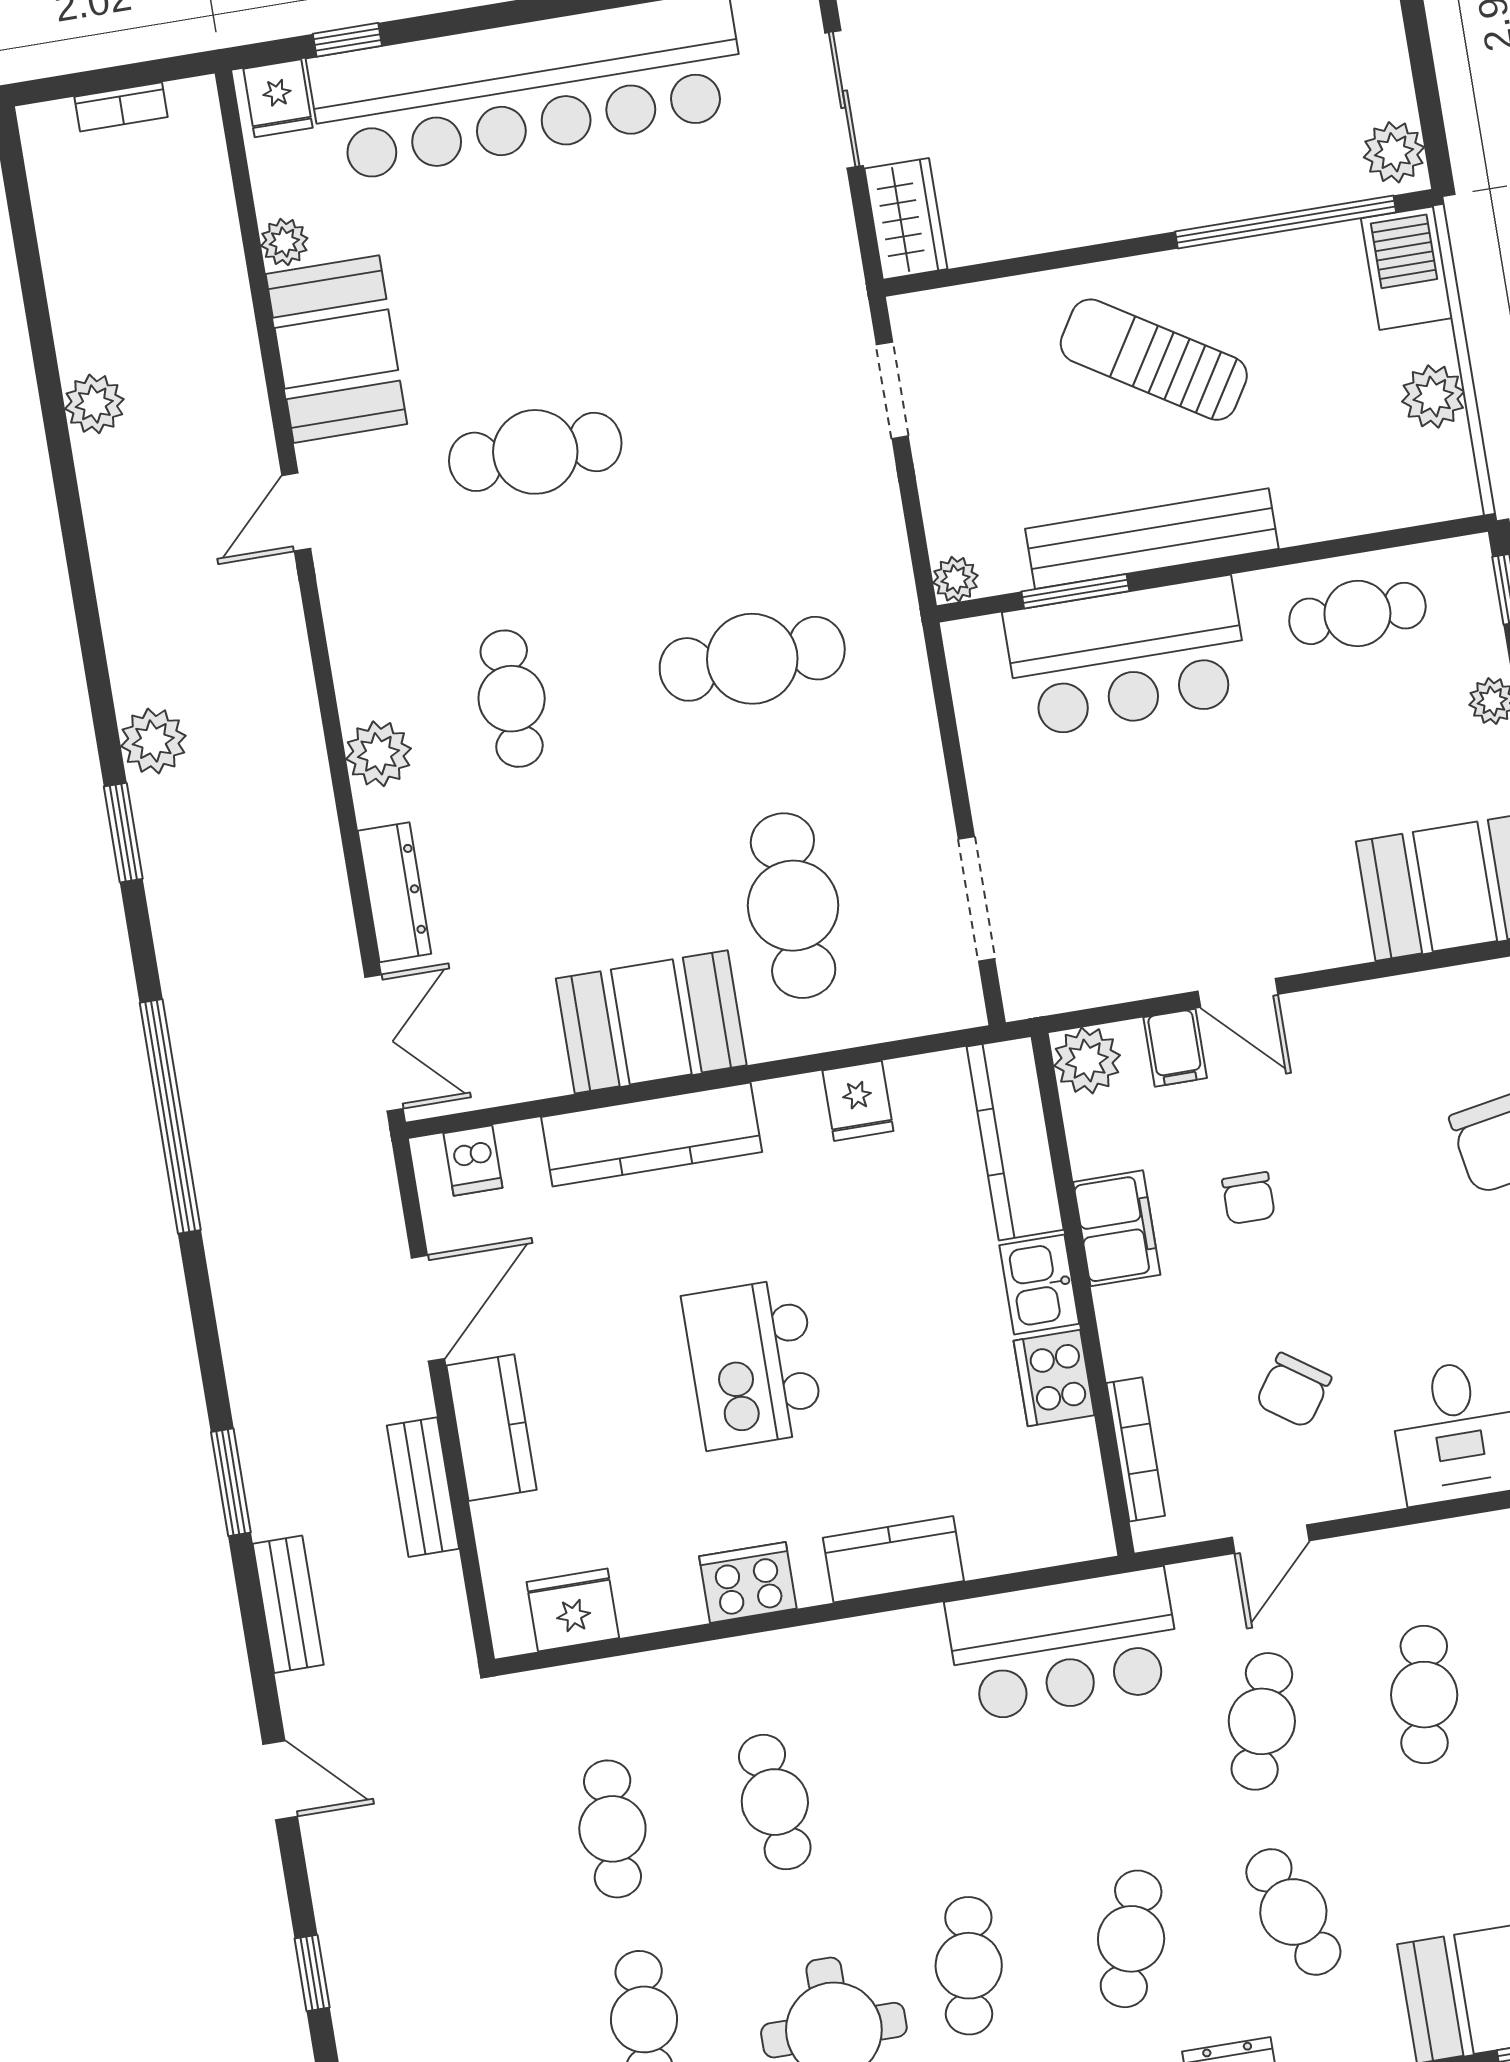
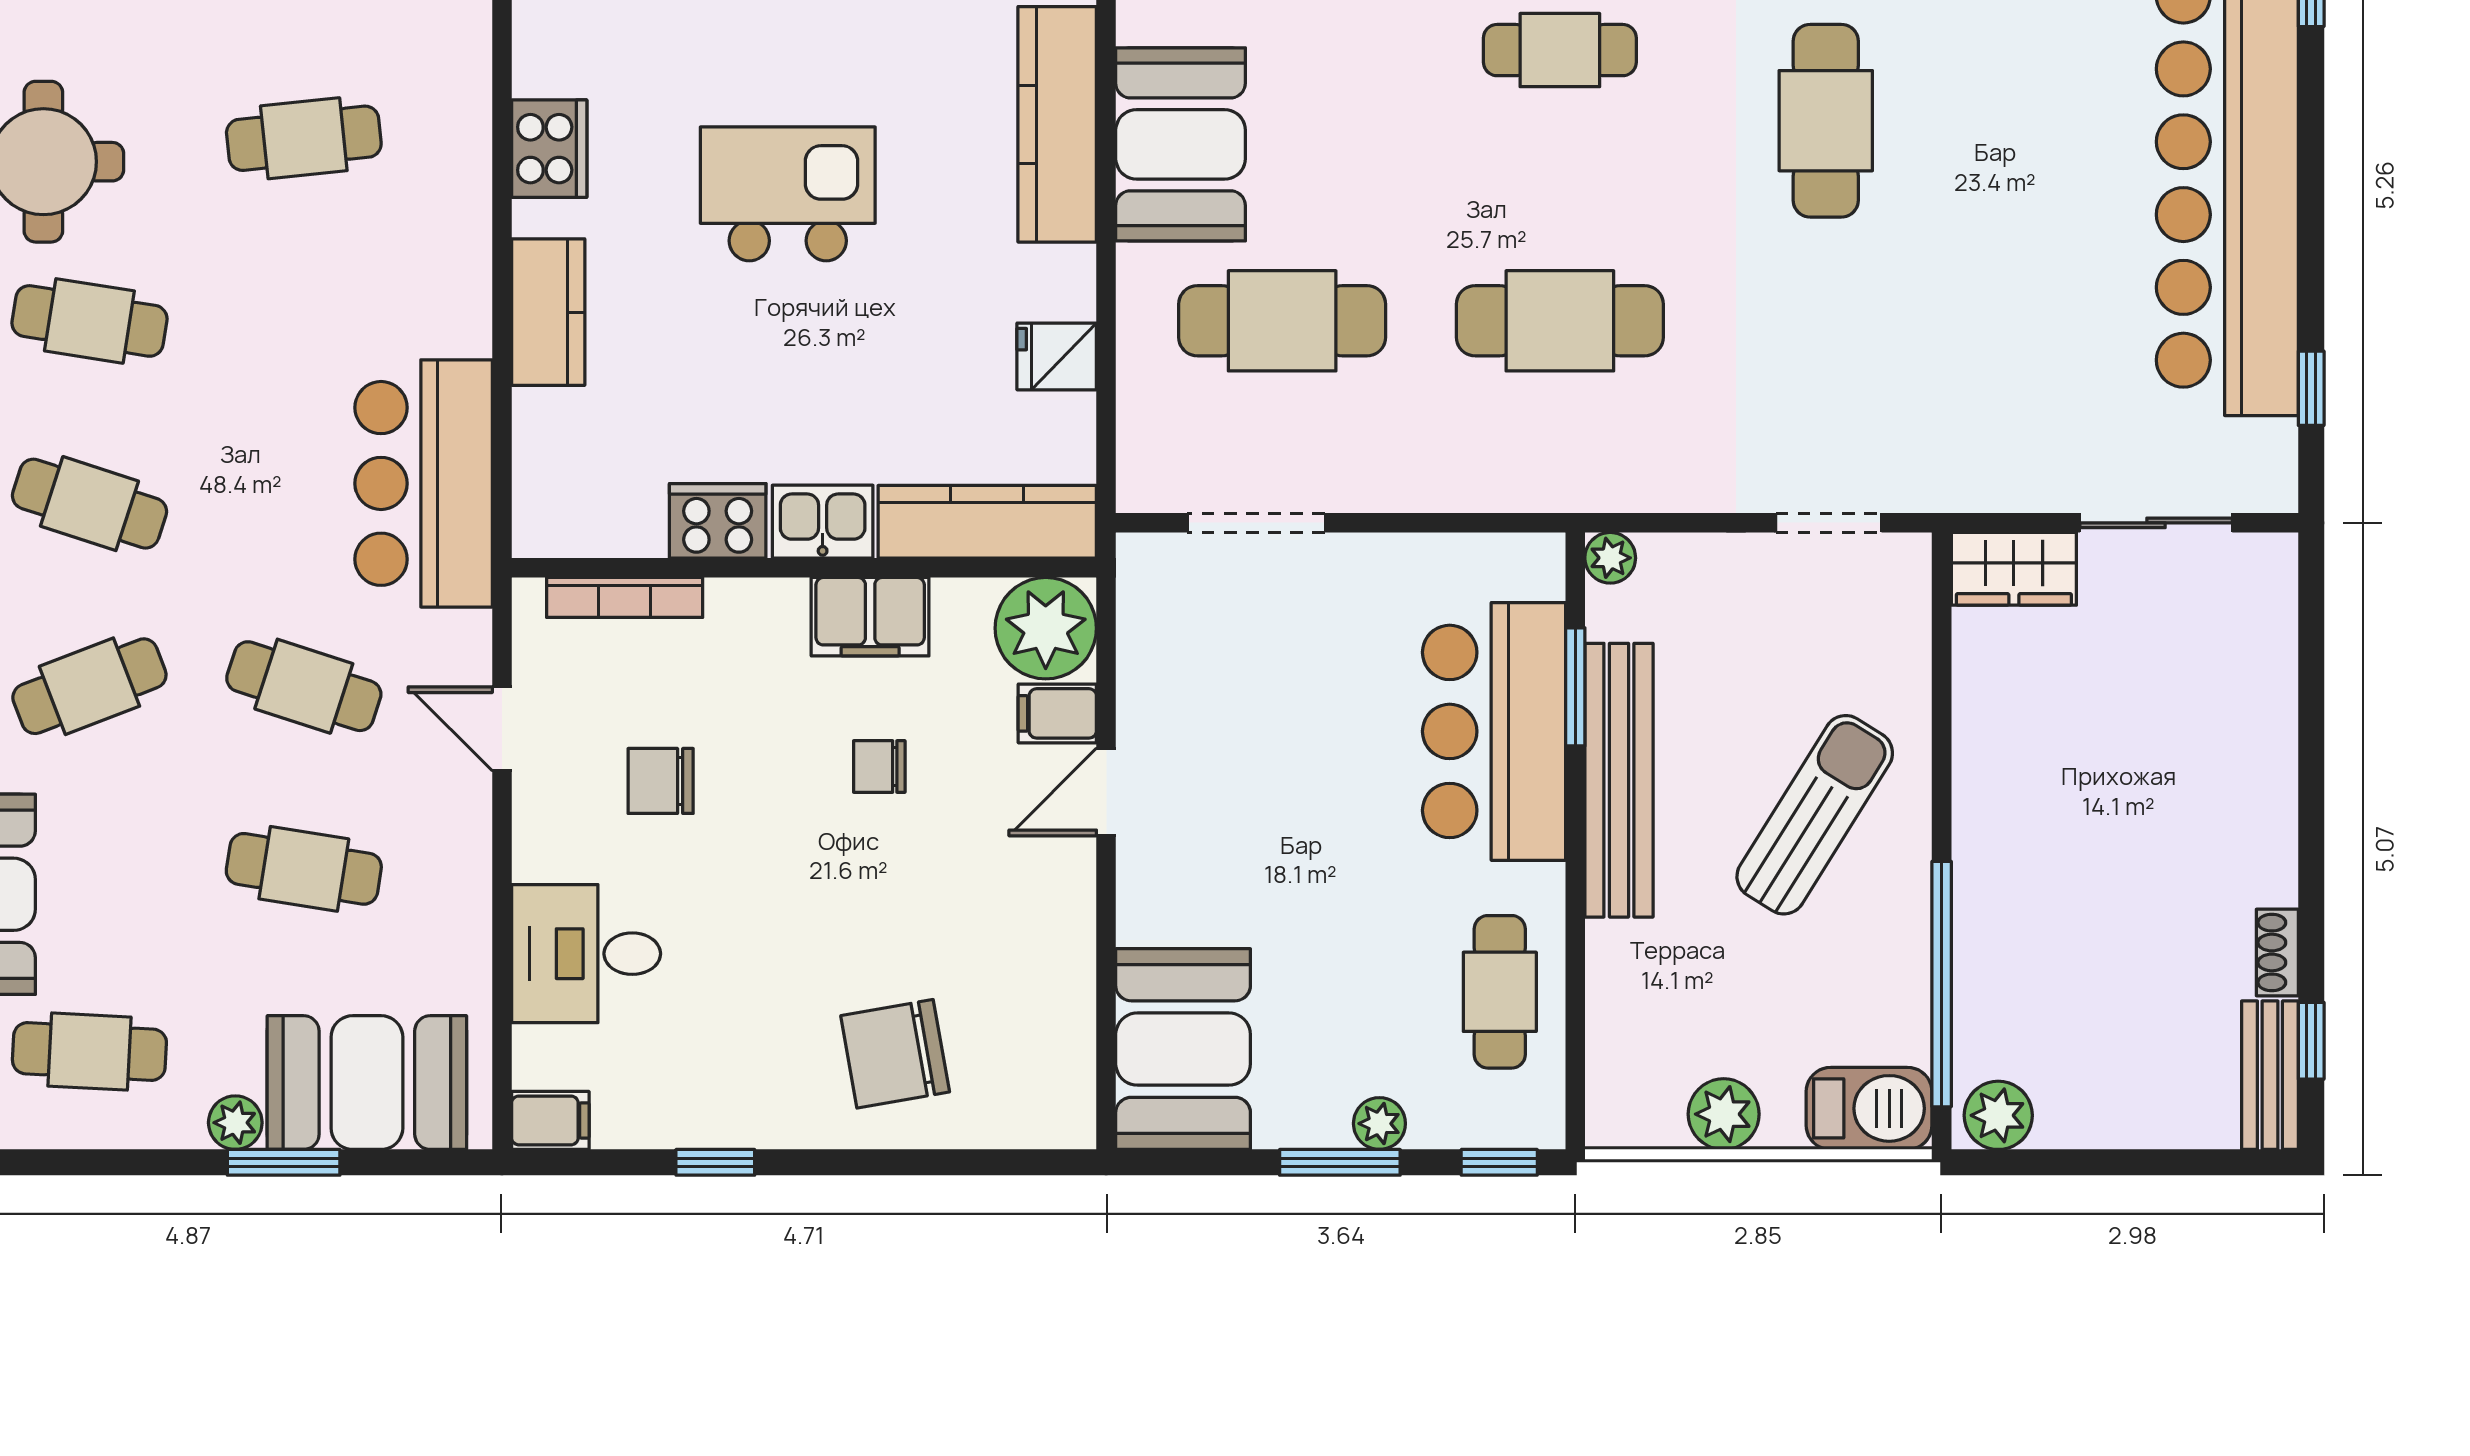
cafe table: (752, 659) -> (1560, 321), turned 90
plant: (1087, 1061) -> (1046, 628), width x1.36, depth x1.36
chair: (1294, 1390) -> (661, 781), turned -35

